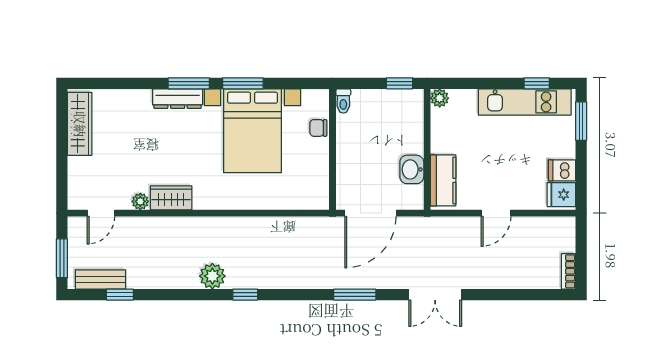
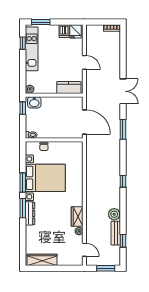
washbasin: (412, 169) -> (34, 102), moved
plant: (212, 276) -> (114, 214), moved
bench: (101, 279) -> (116, 233), moved

